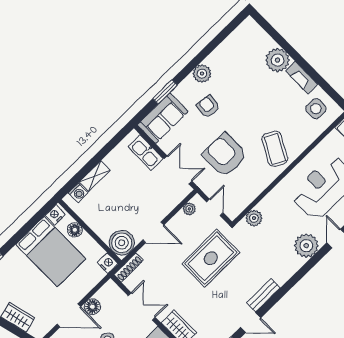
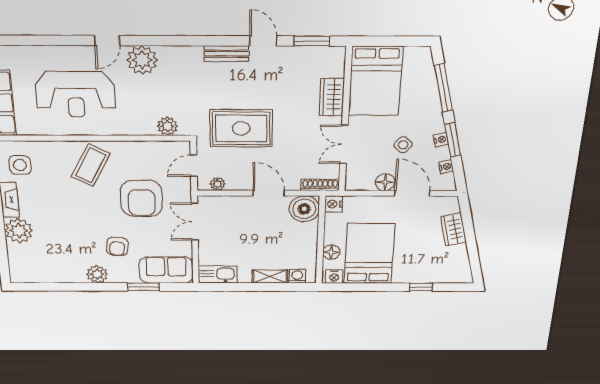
kitchen sink: (146, 153) -> (218, 275), moved, turned -90

